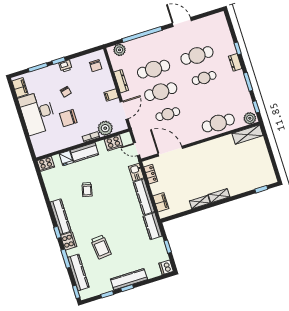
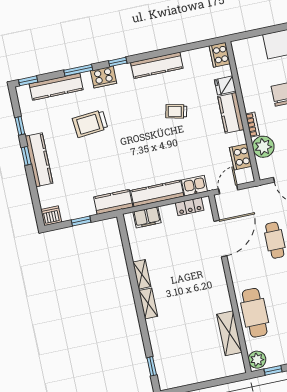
shelving: (247, 135) -> (229, 333), moved
kitchen counter: (61, 217) -> (157, 65), moved

